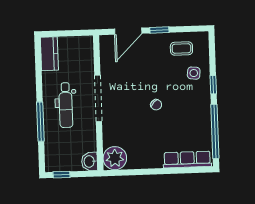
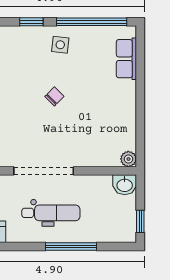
side table: (194, 73) -> (60, 45), moved
plant: (115, 158) -> (128, 159), width x0.53, depth x0.53
row of seats: (187, 159) -> (126, 59), width x0.68

